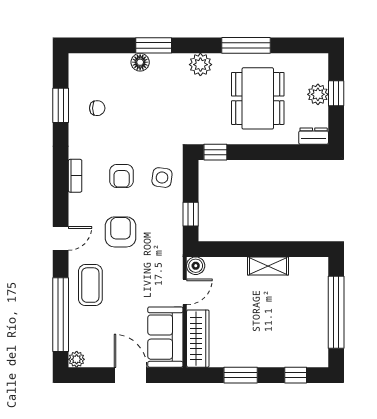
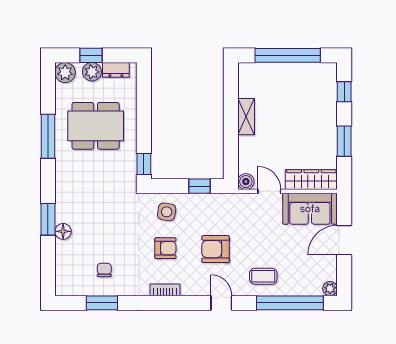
plant: (200, 65) -> (65, 73), moved
dresser: (314, 136) -> (116, 70), moved, turned -90
coffee table: (90, 285) -> (263, 276), width x0.73, depth x0.77

